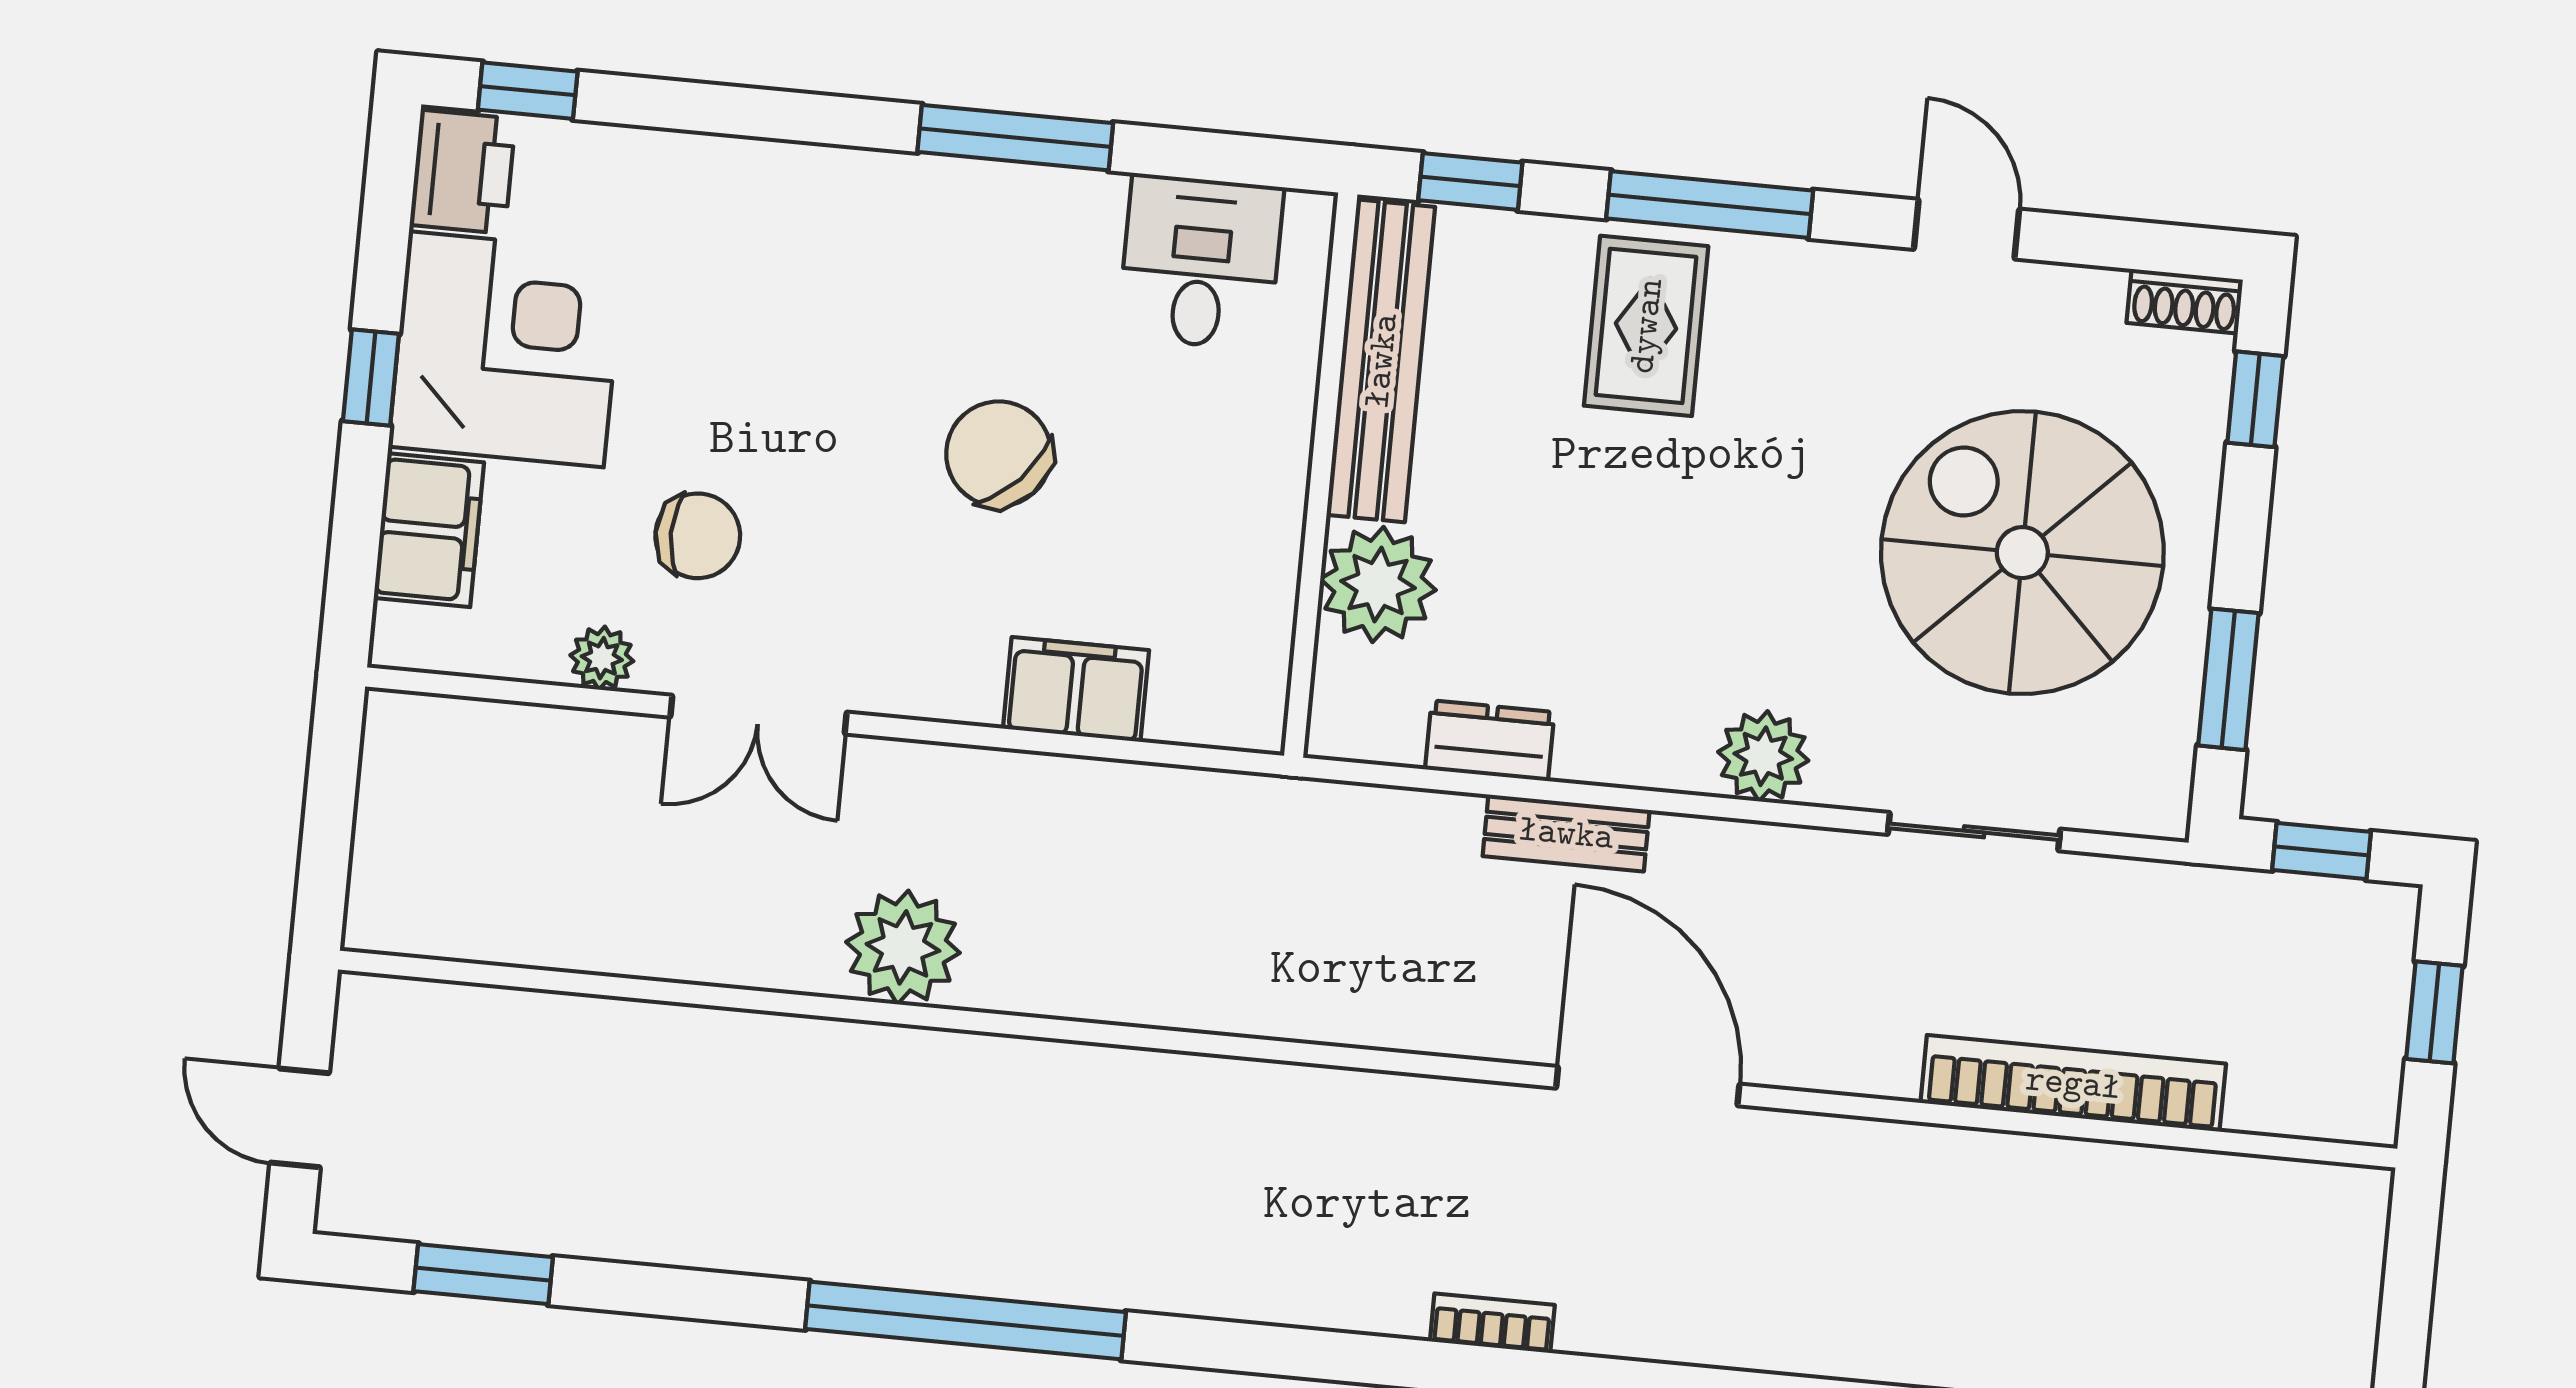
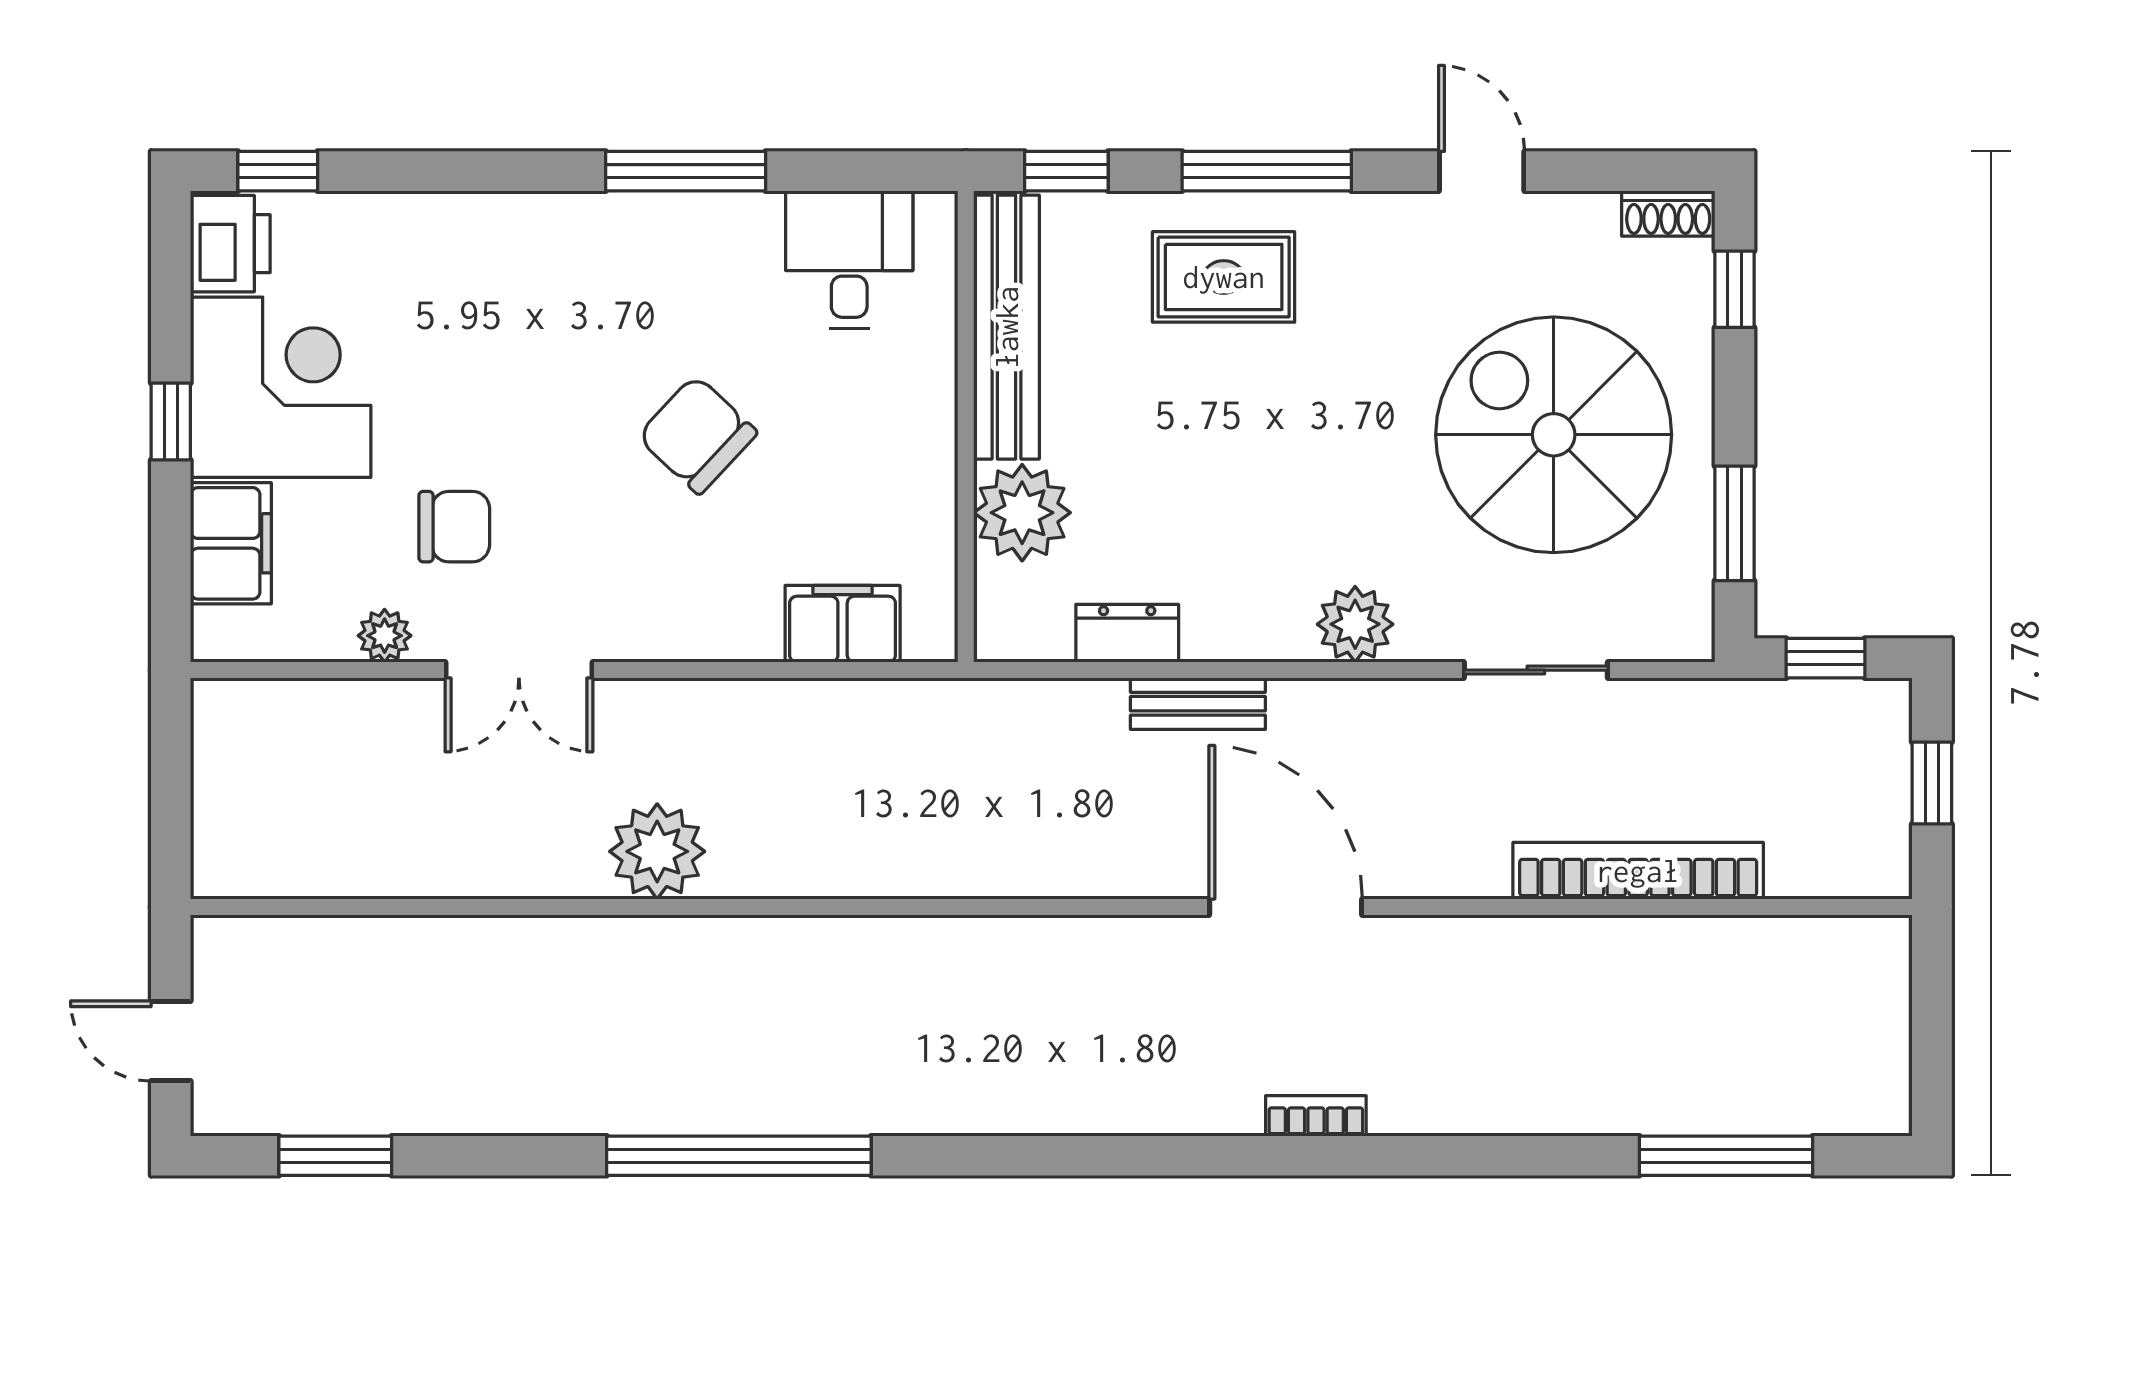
rug: (1646, 326) -> (1224, 277), turned 90
filing cabinet: (1076, 689) -> (843, 624), moved
bookcase: (1492, 1323) -> (1316, 1116), moved

